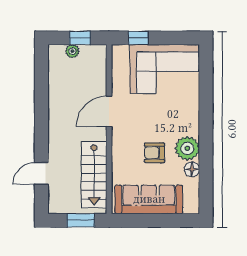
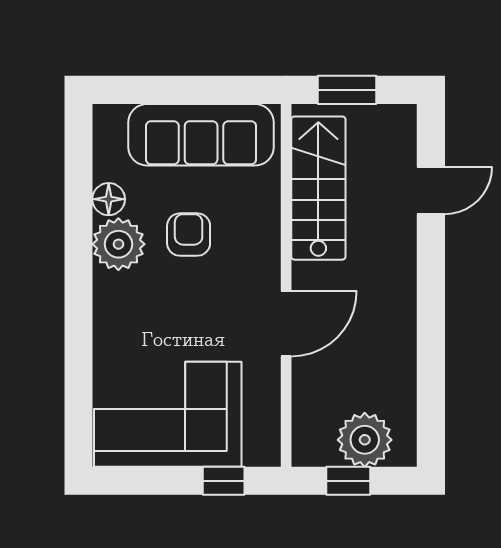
plant: (72, 51) -> (365, 440), width x1.88, depth x1.88
armchair: (155, 153) -> (189, 235), turned -90

